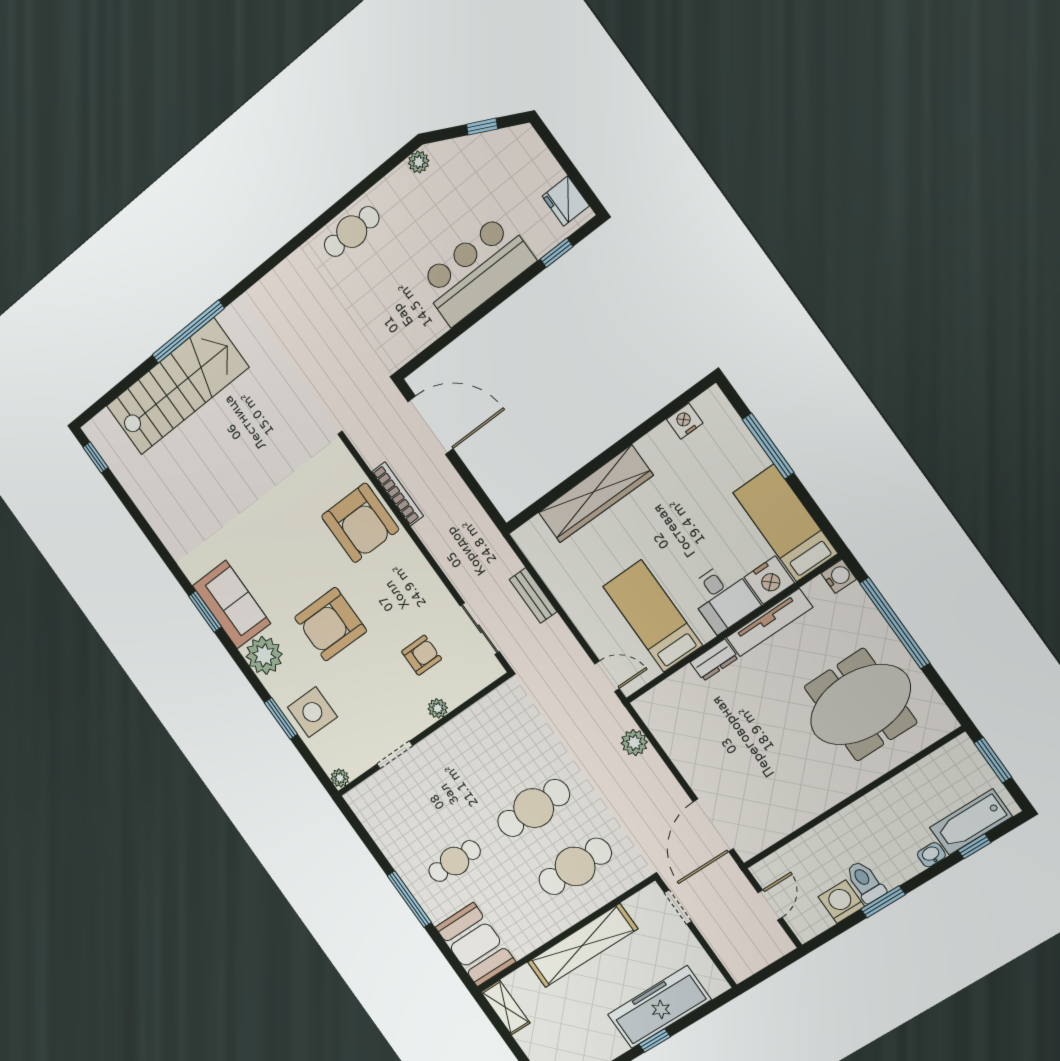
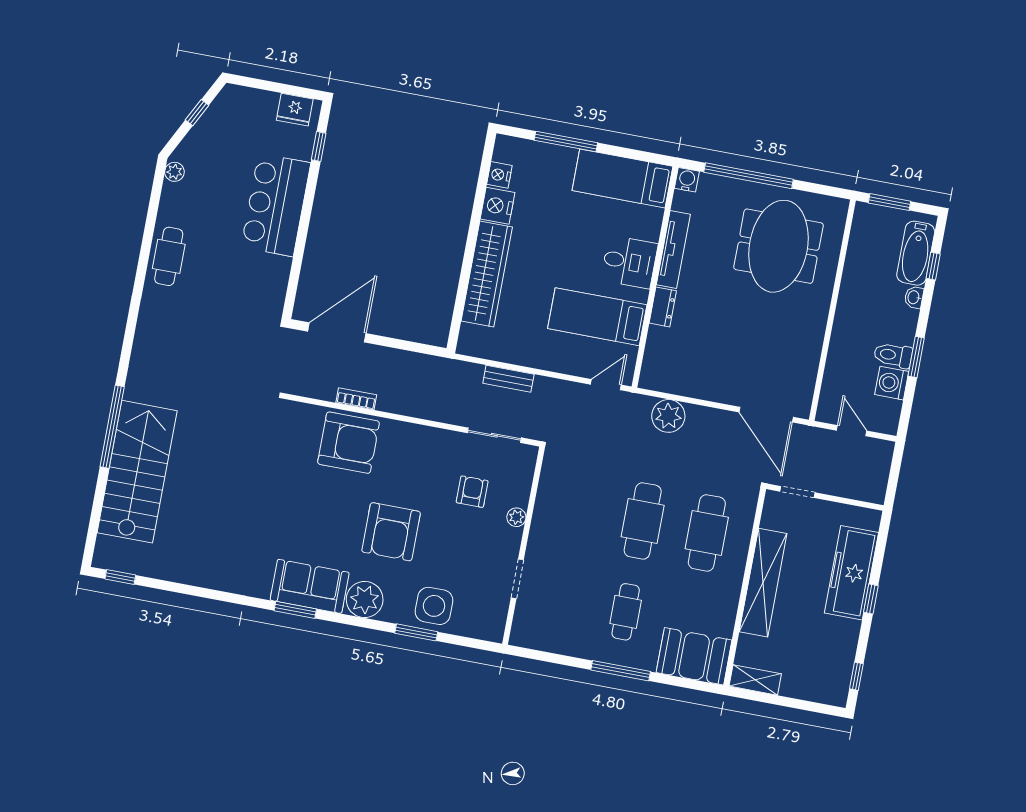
bookcase: (398, 494) -> (356, 399), width x0.64
nightstand: (769, 580) -> (498, 206), moved, turned 180
plant: (634, 743) -> (668, 416), width x1.36, depth x1.36
plant: (340, 778) -> (495, 633), removed

